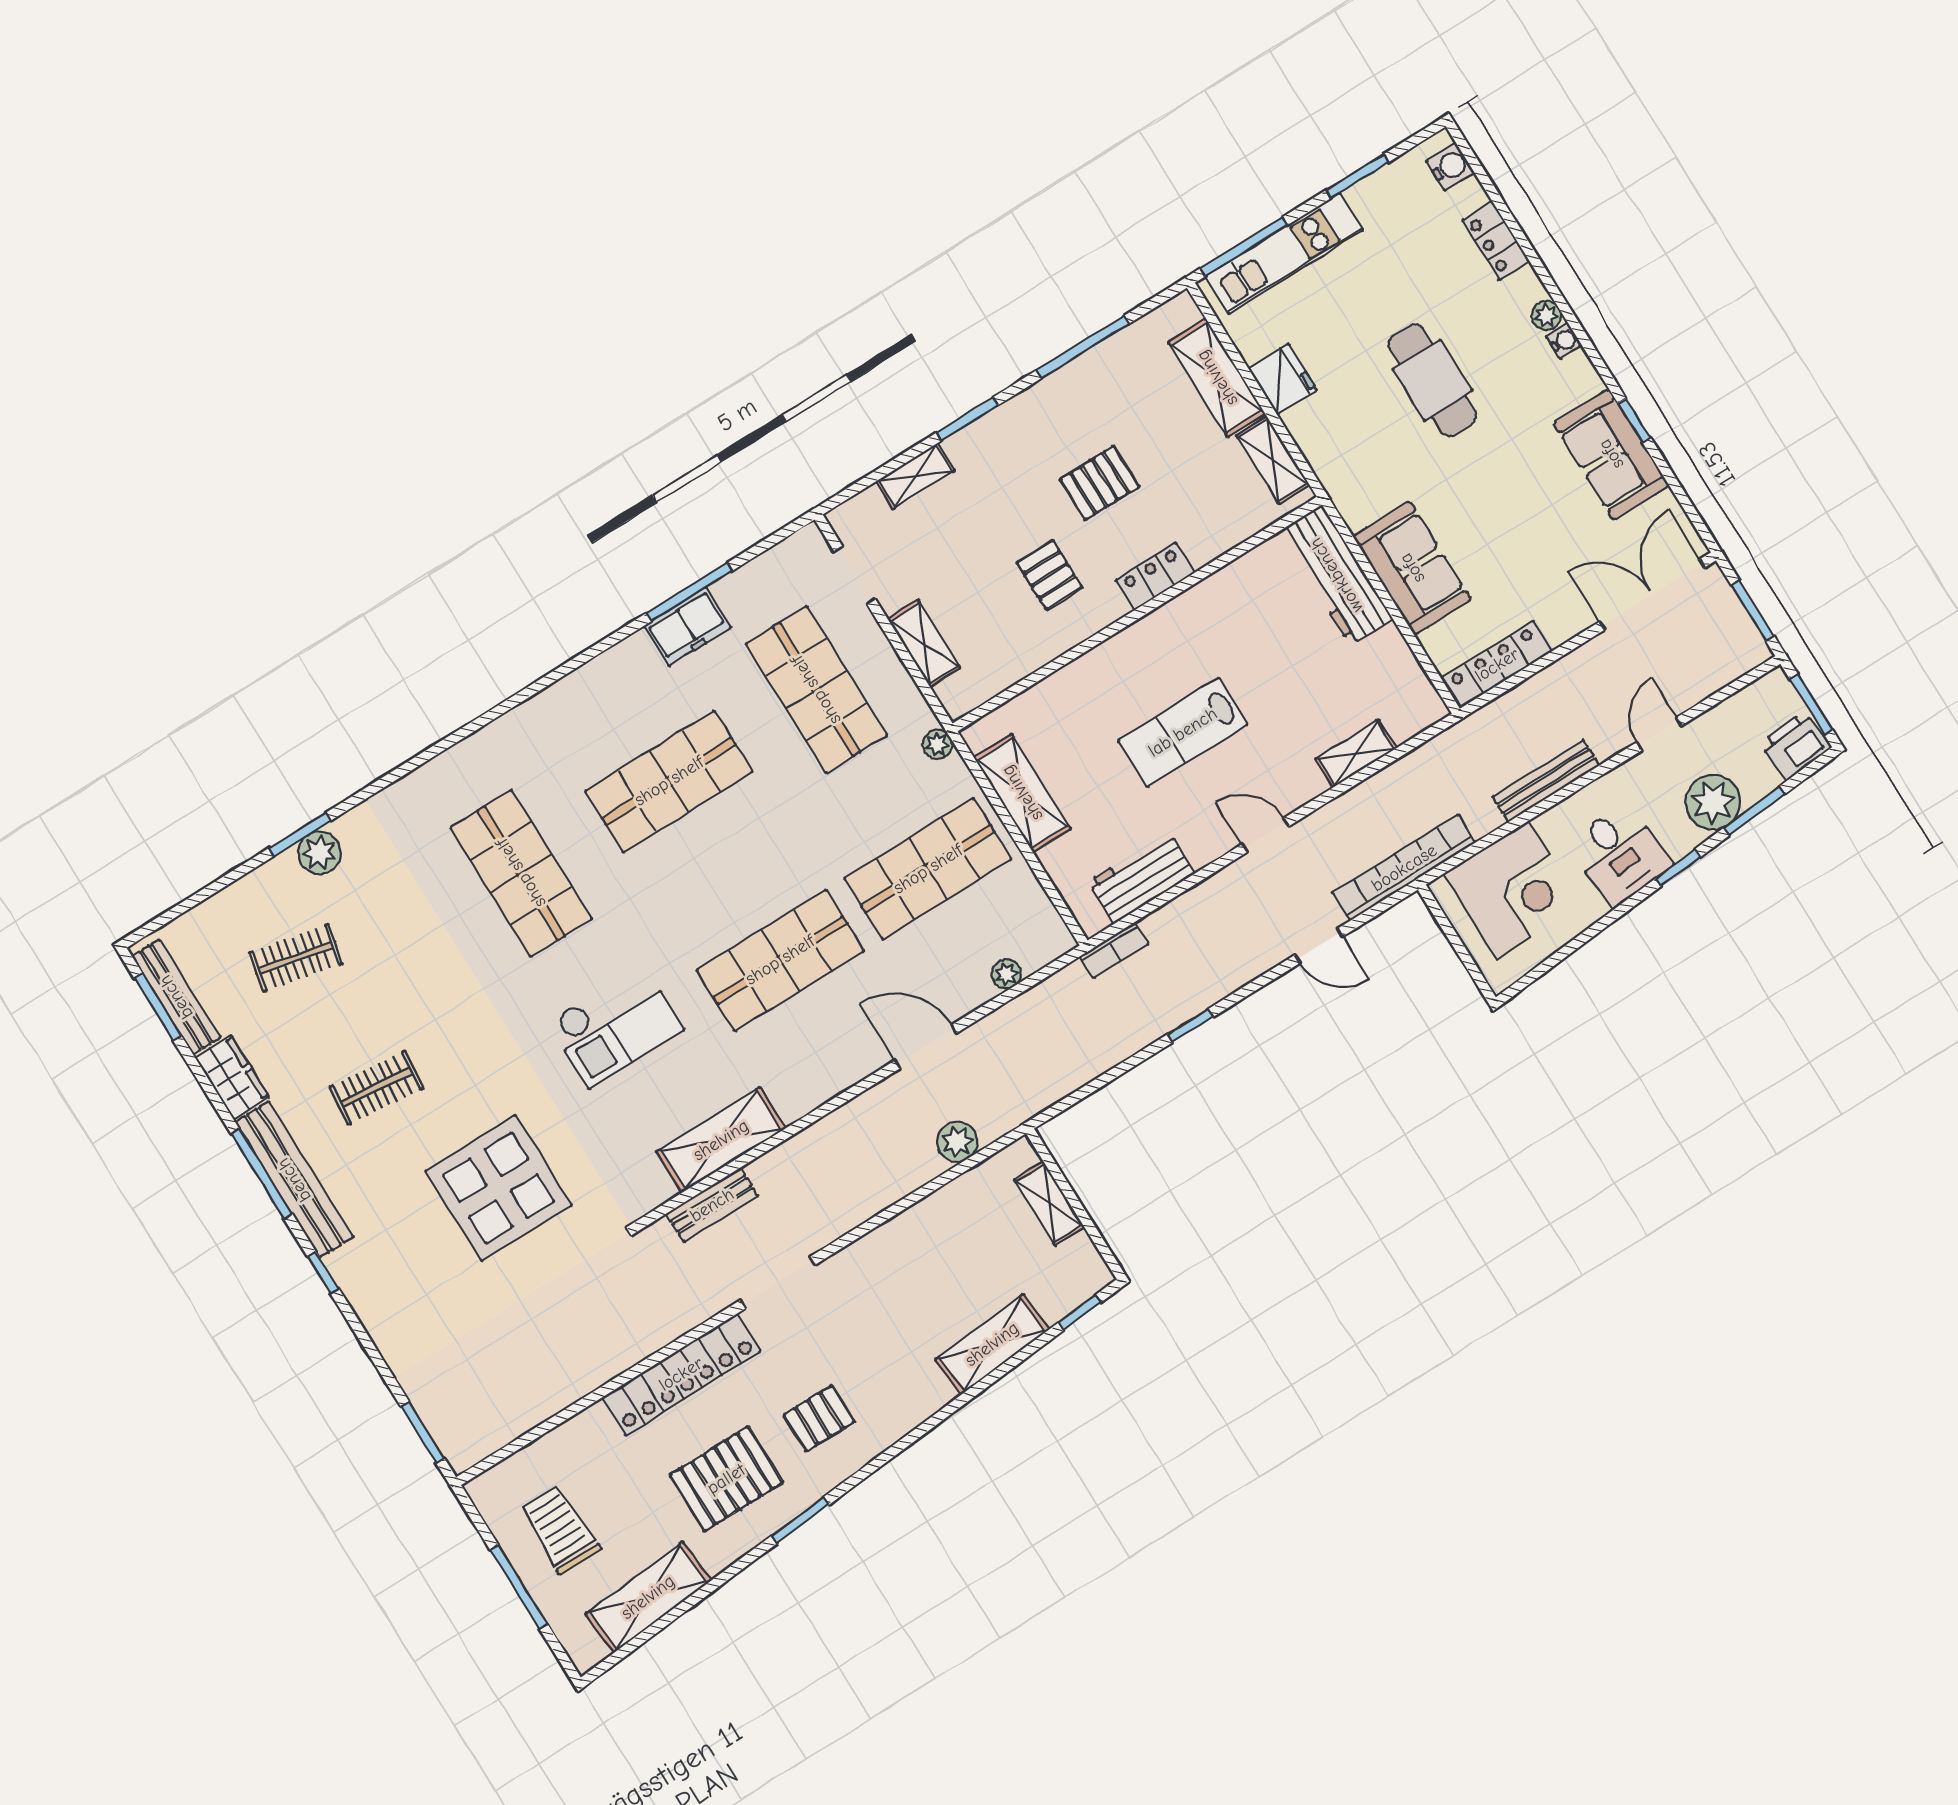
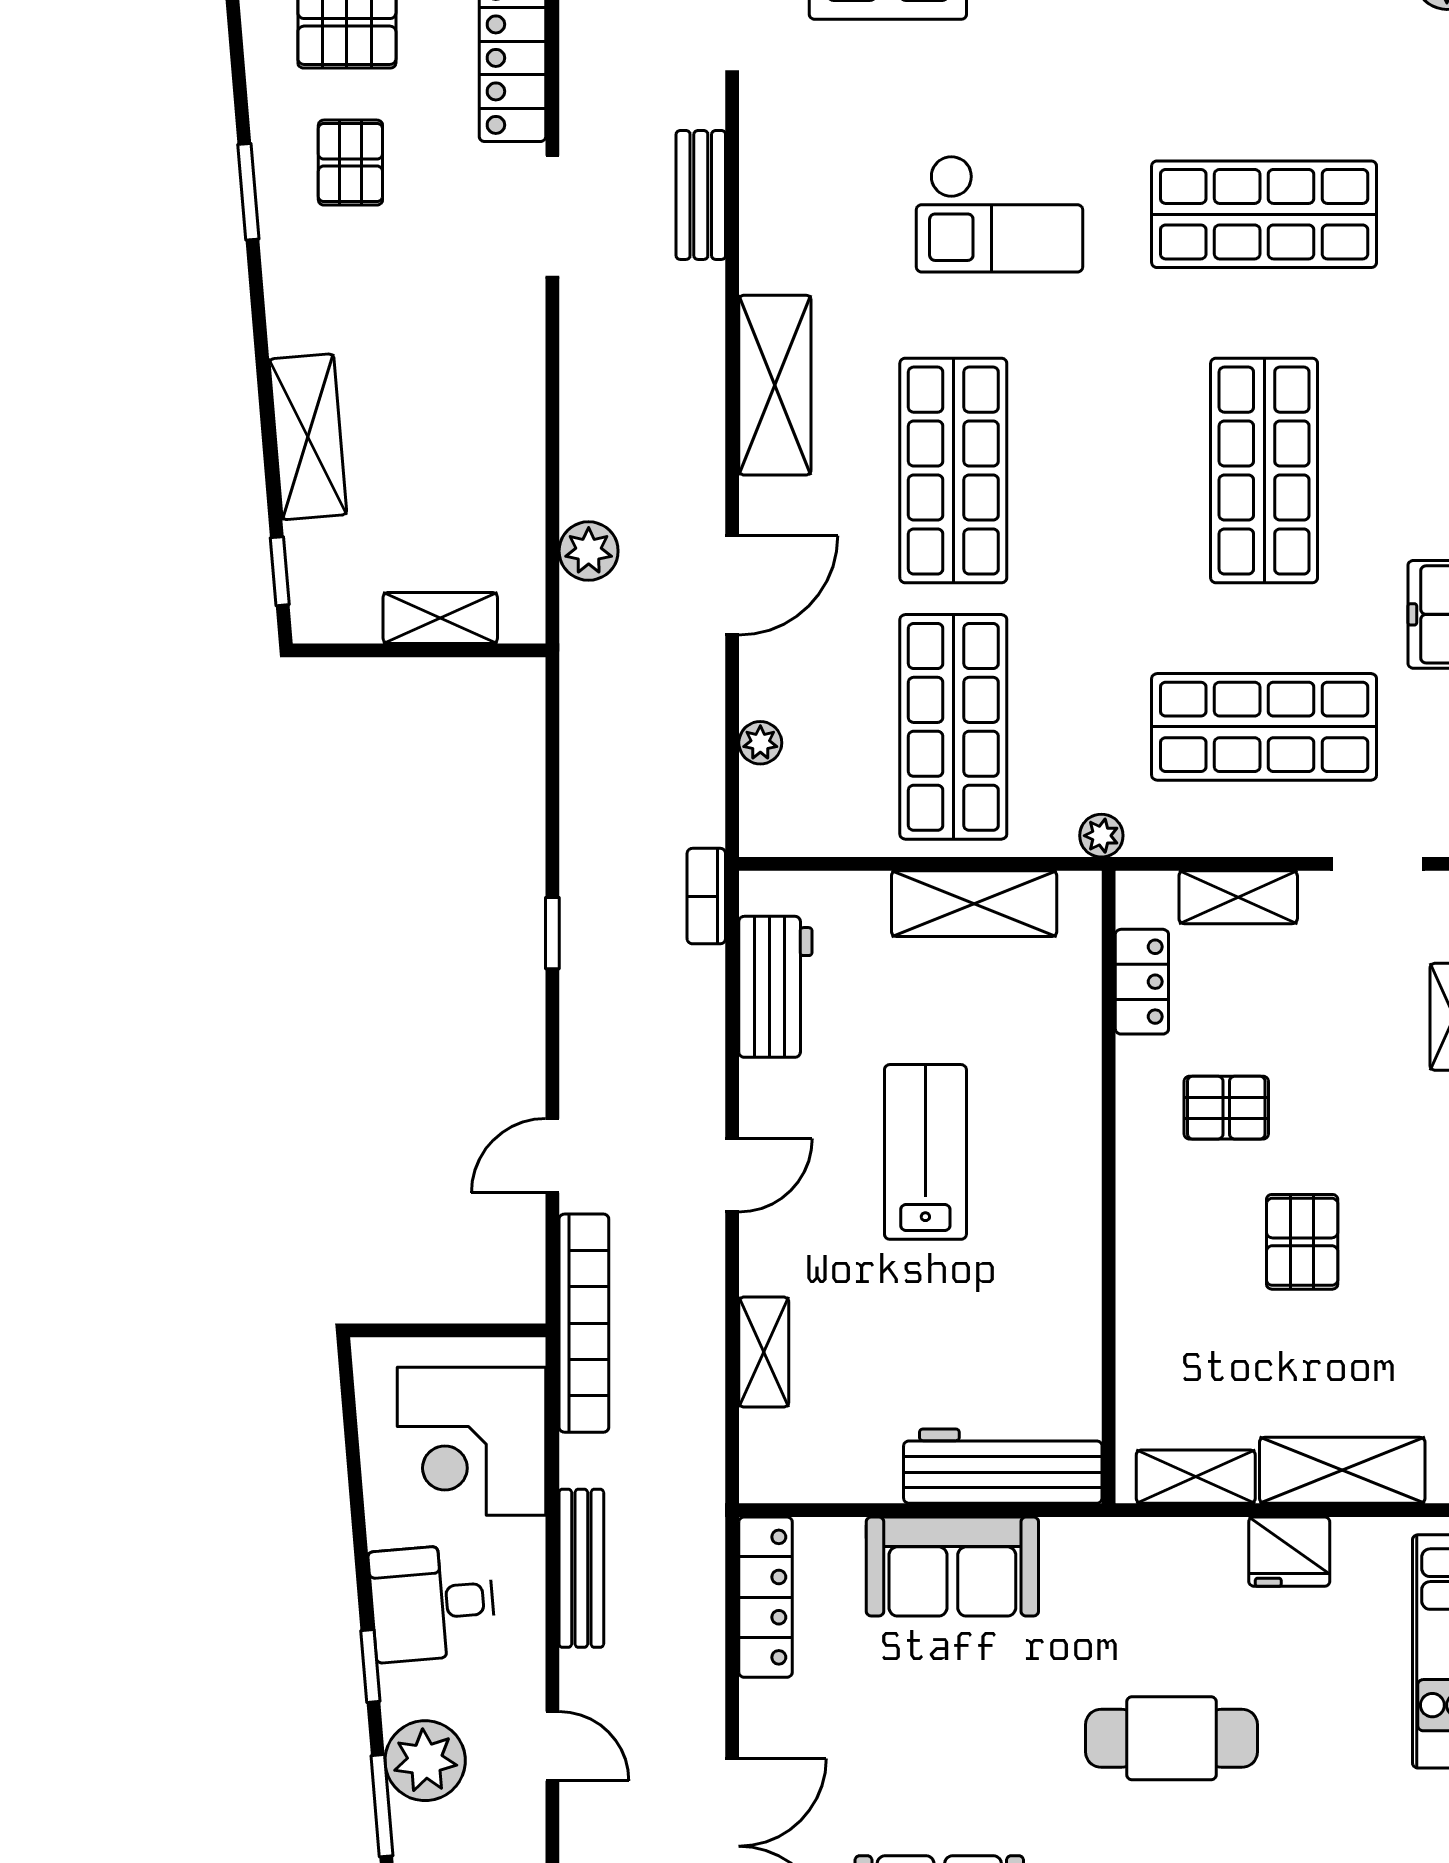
locker: (1155, 576) -> (1142, 982), moved
checkout: (616, 1026) -> (1000, 214), turned -90
shelving: (721, 1140) -> (775, 385), moved
window: (800, 1520) -> (248, 192), moved

